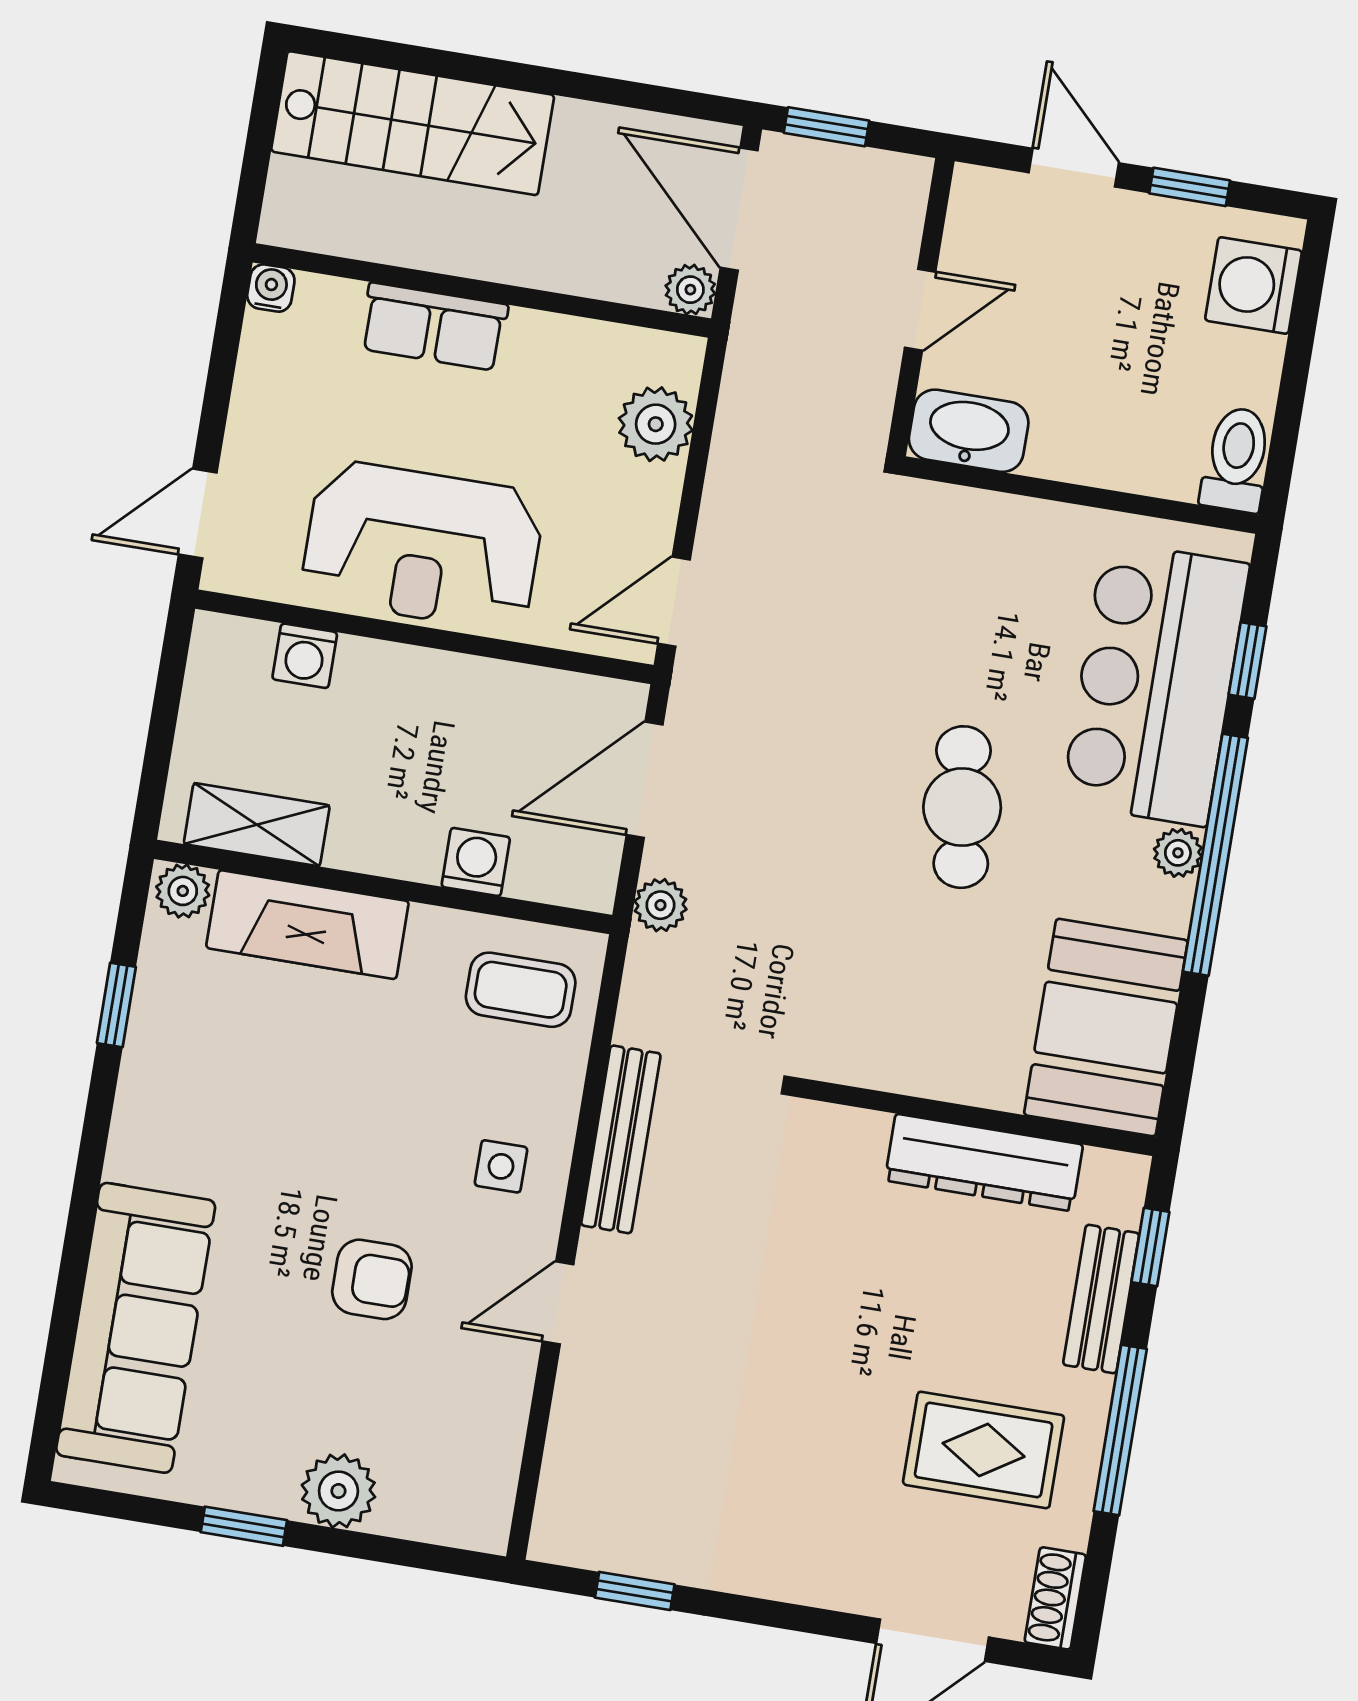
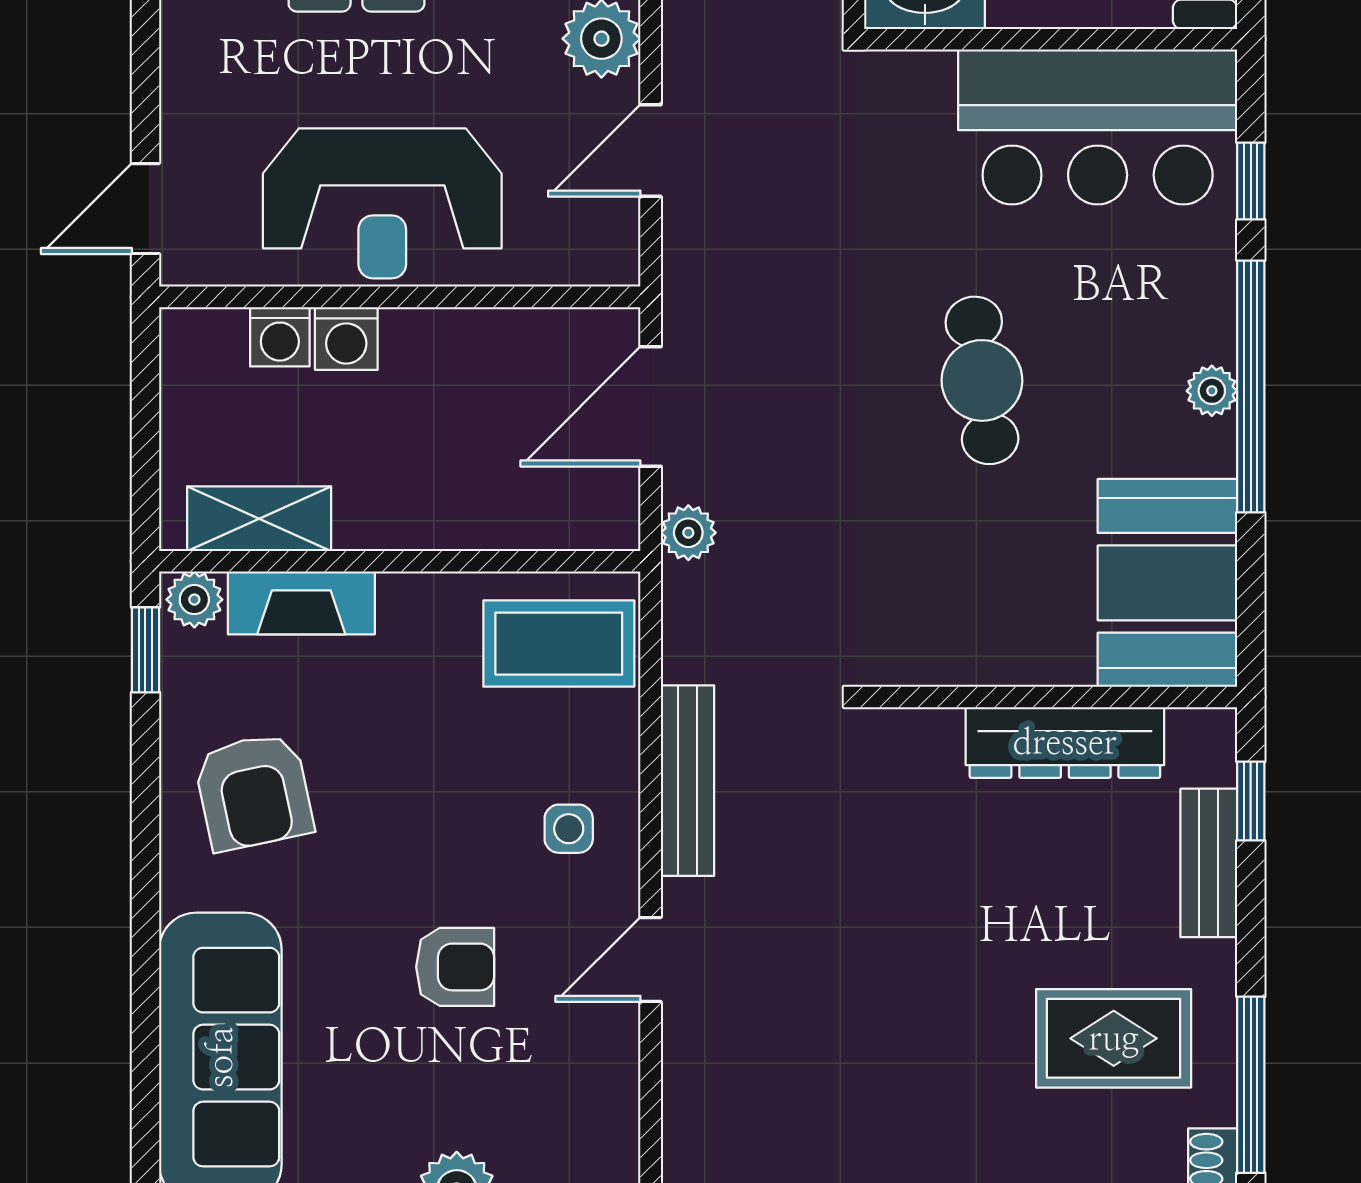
door: (674, 602) -> (651, 151), moved
bar counter: (1155, 684) -> (1098, 127), moved, turned -90
washing machine: (476, 862) -> (346, 338), moved, turned 180
fireplace: (307, 925) -> (301, 603), width x0.73, depth x0.76
coffee table: (521, 990) -> (559, 644), width x1.36, depth x1.30
window: (116, 1005) -> (145, 650), moved
armchair: (209, 1082) -> (254, 792), added
window: (1120, 1430) -> (1251, 1085), moved

